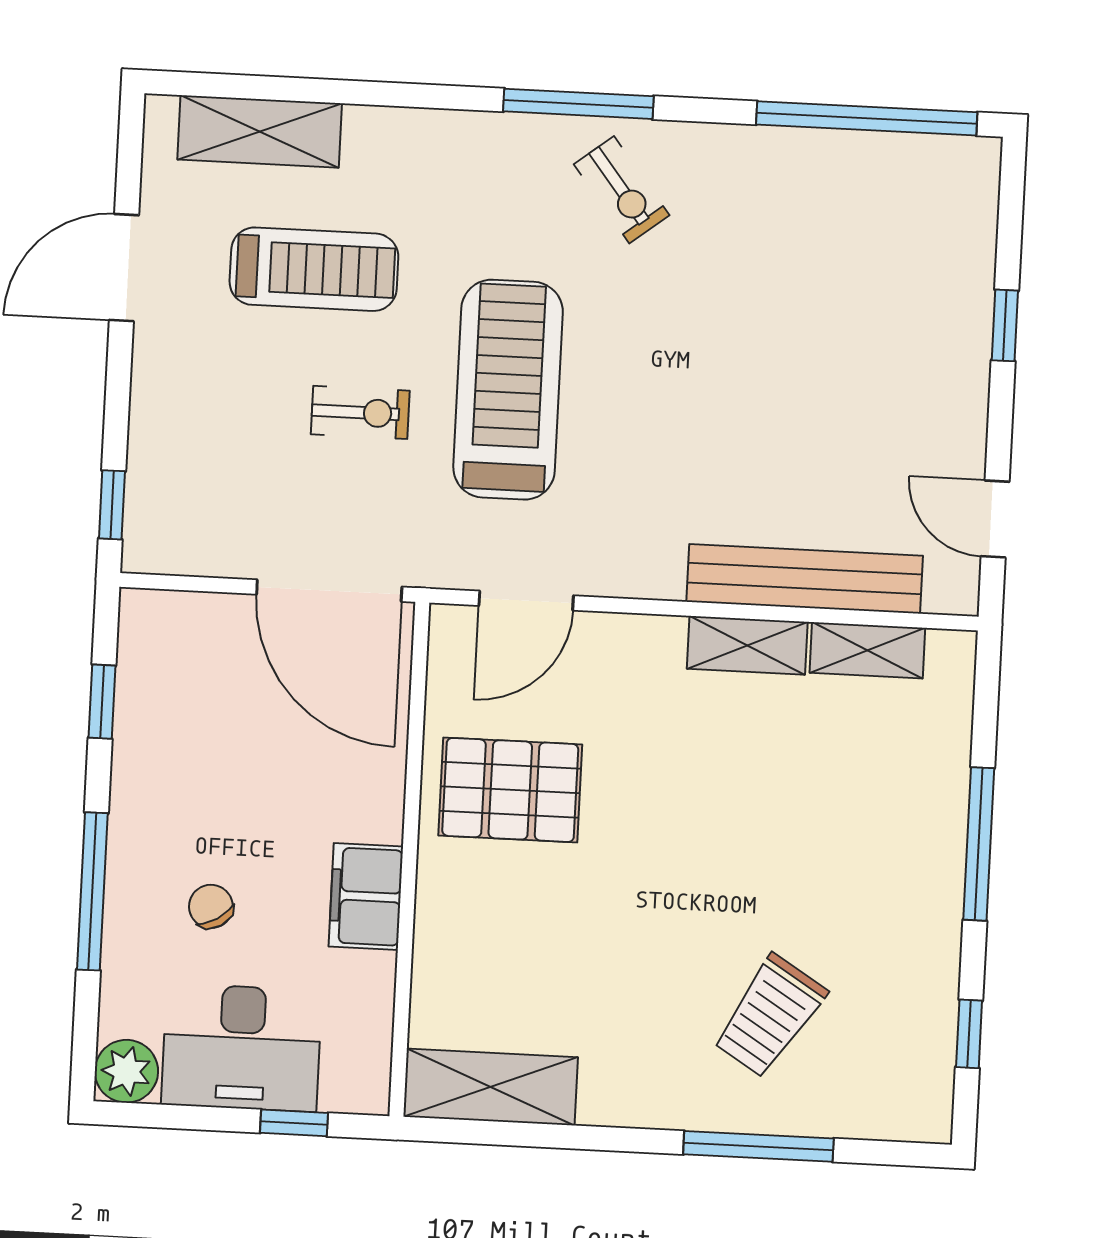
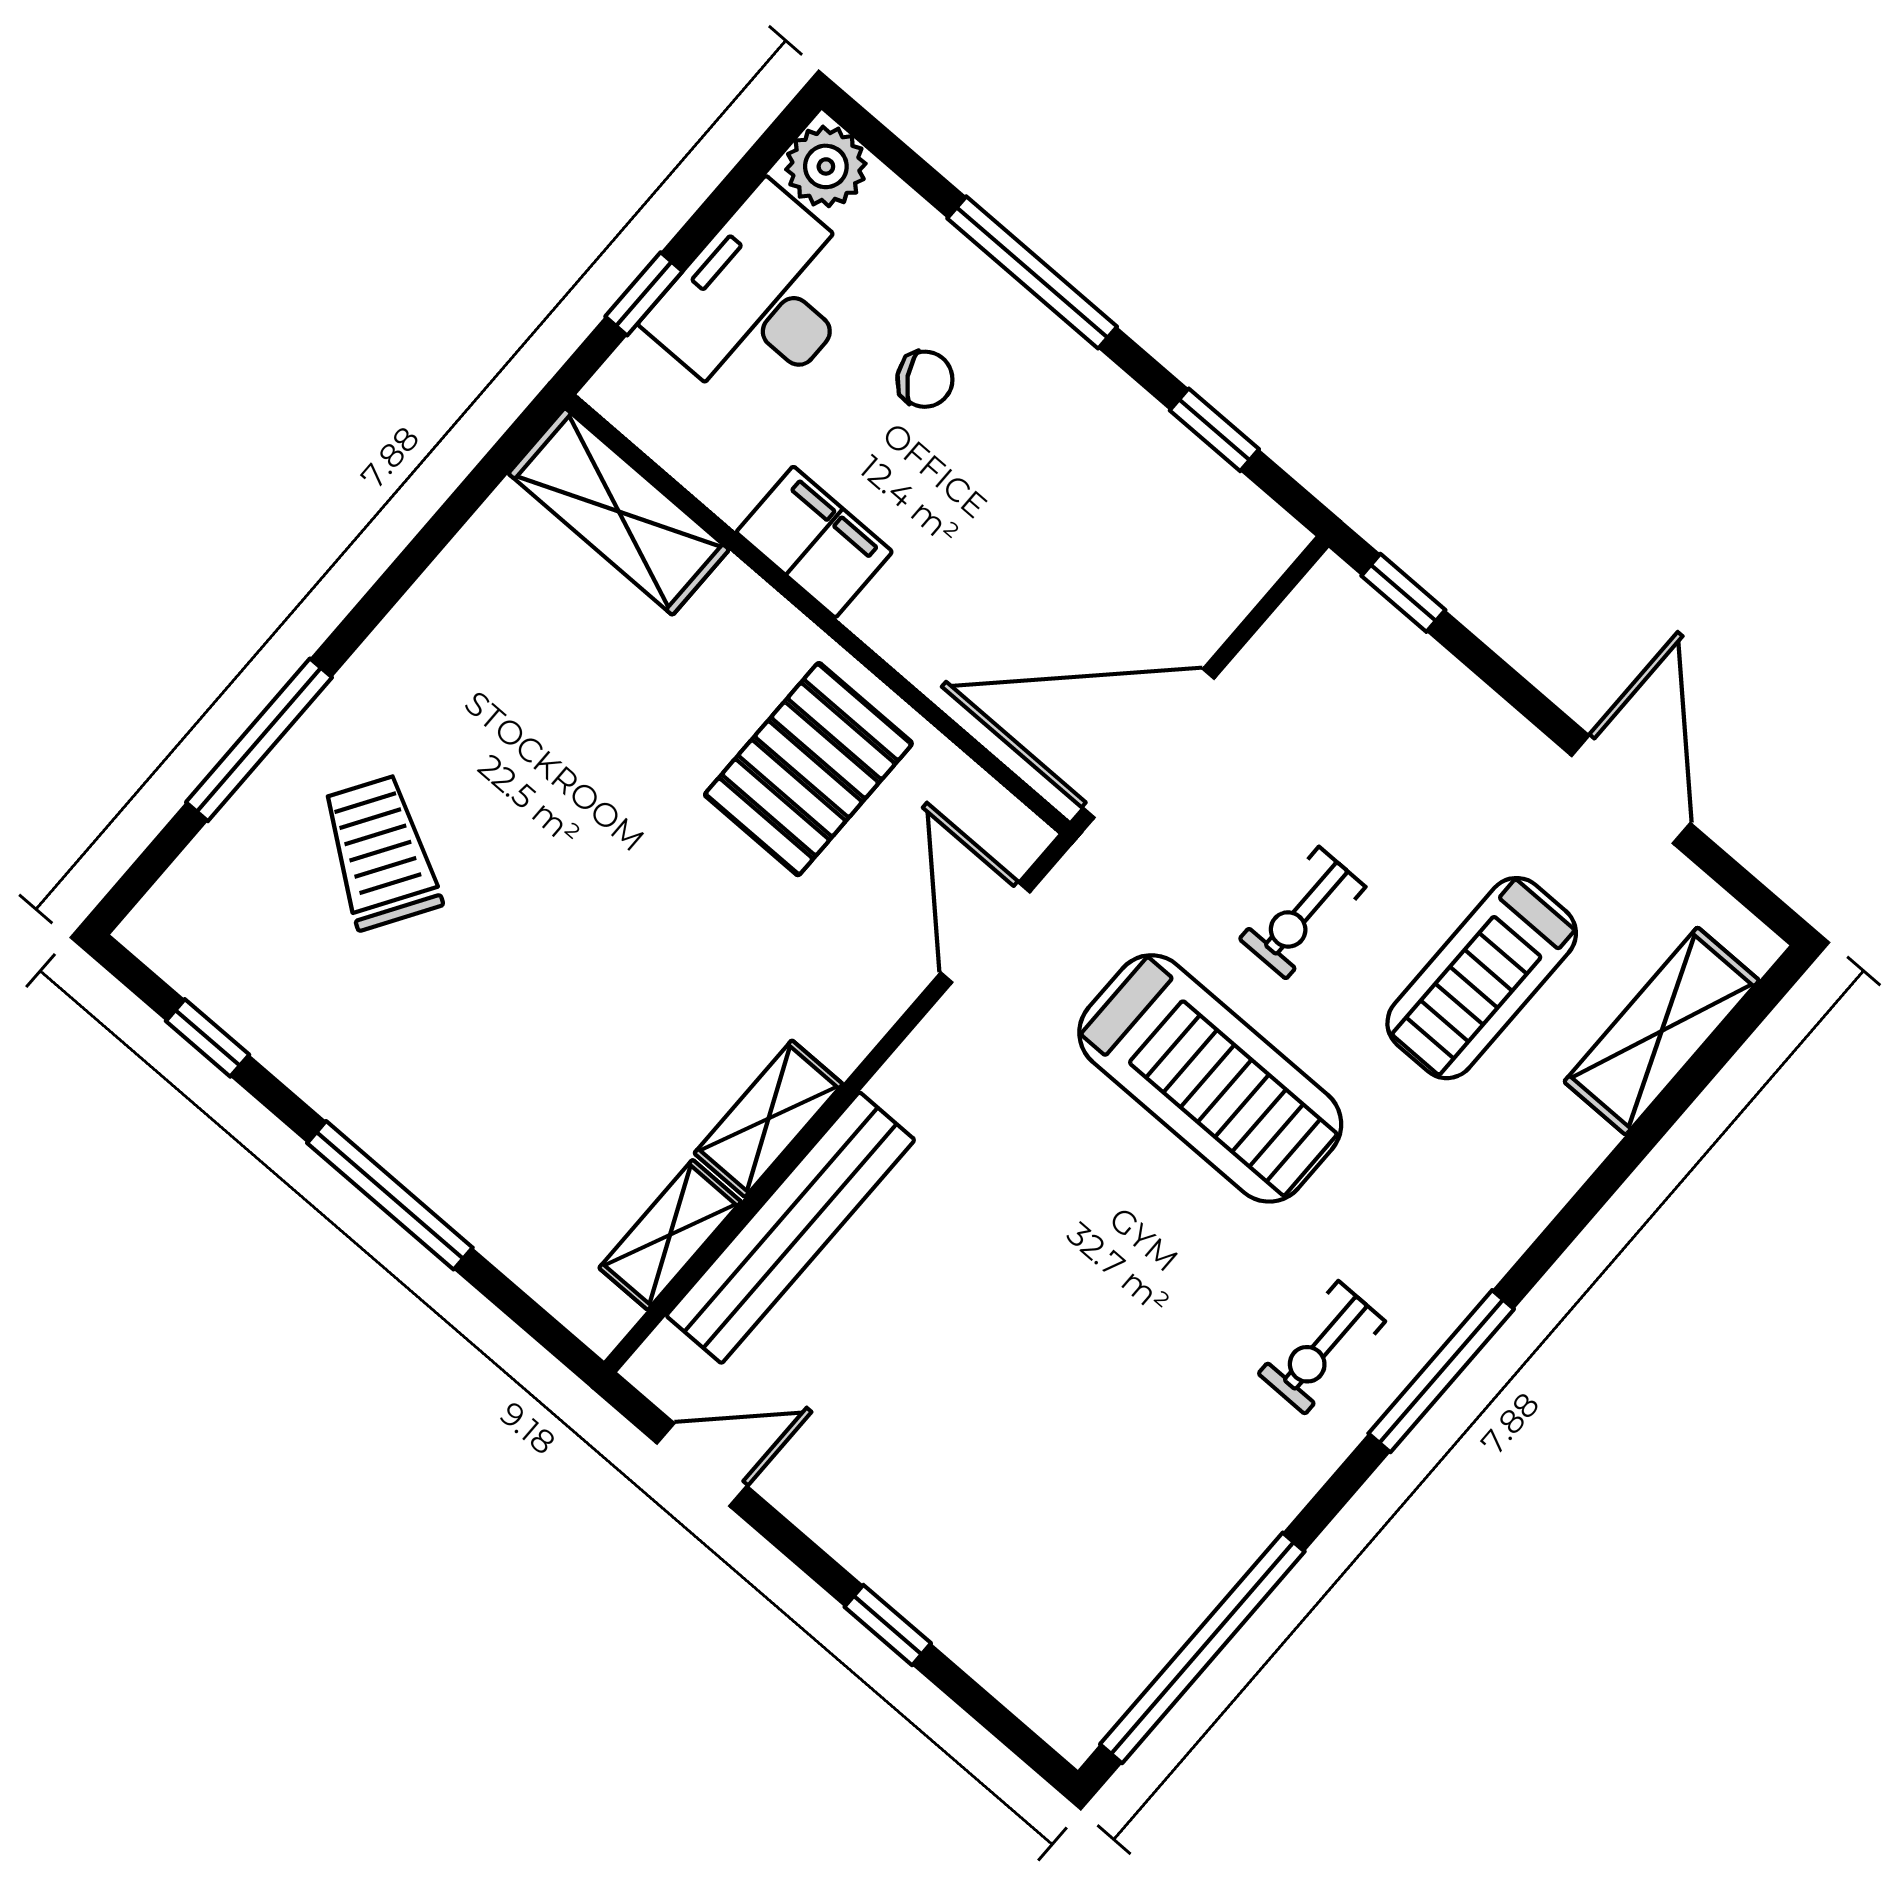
exercise bike: (622, 190) -> (1322, 1348), turned -52
shelving: (491, 1087) -> (619, 512), moved, turned 90

